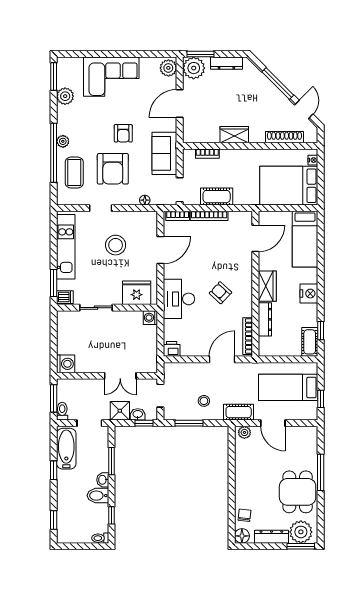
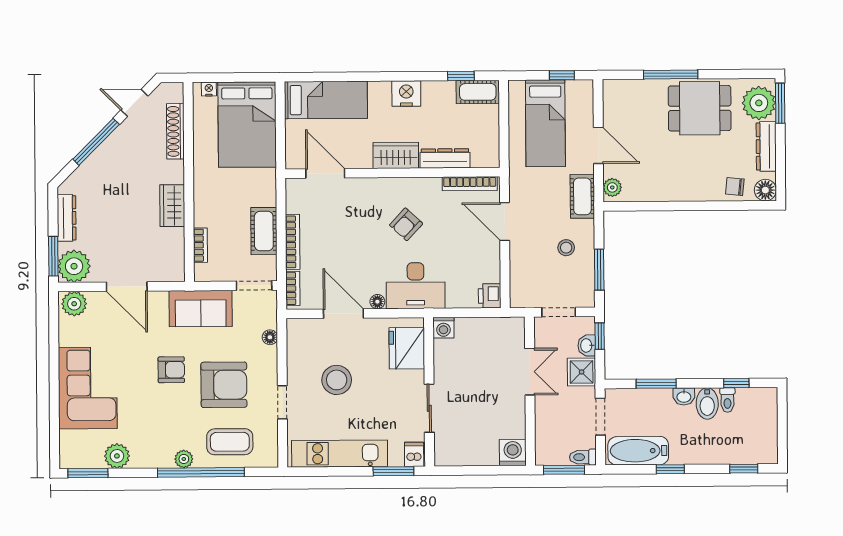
floor lamp: (168, 273) -> (377, 302), added
door: (273, 423) -> (598, 145), hinge flipped
toilet: (100, 538) -> (727, 400), moved

